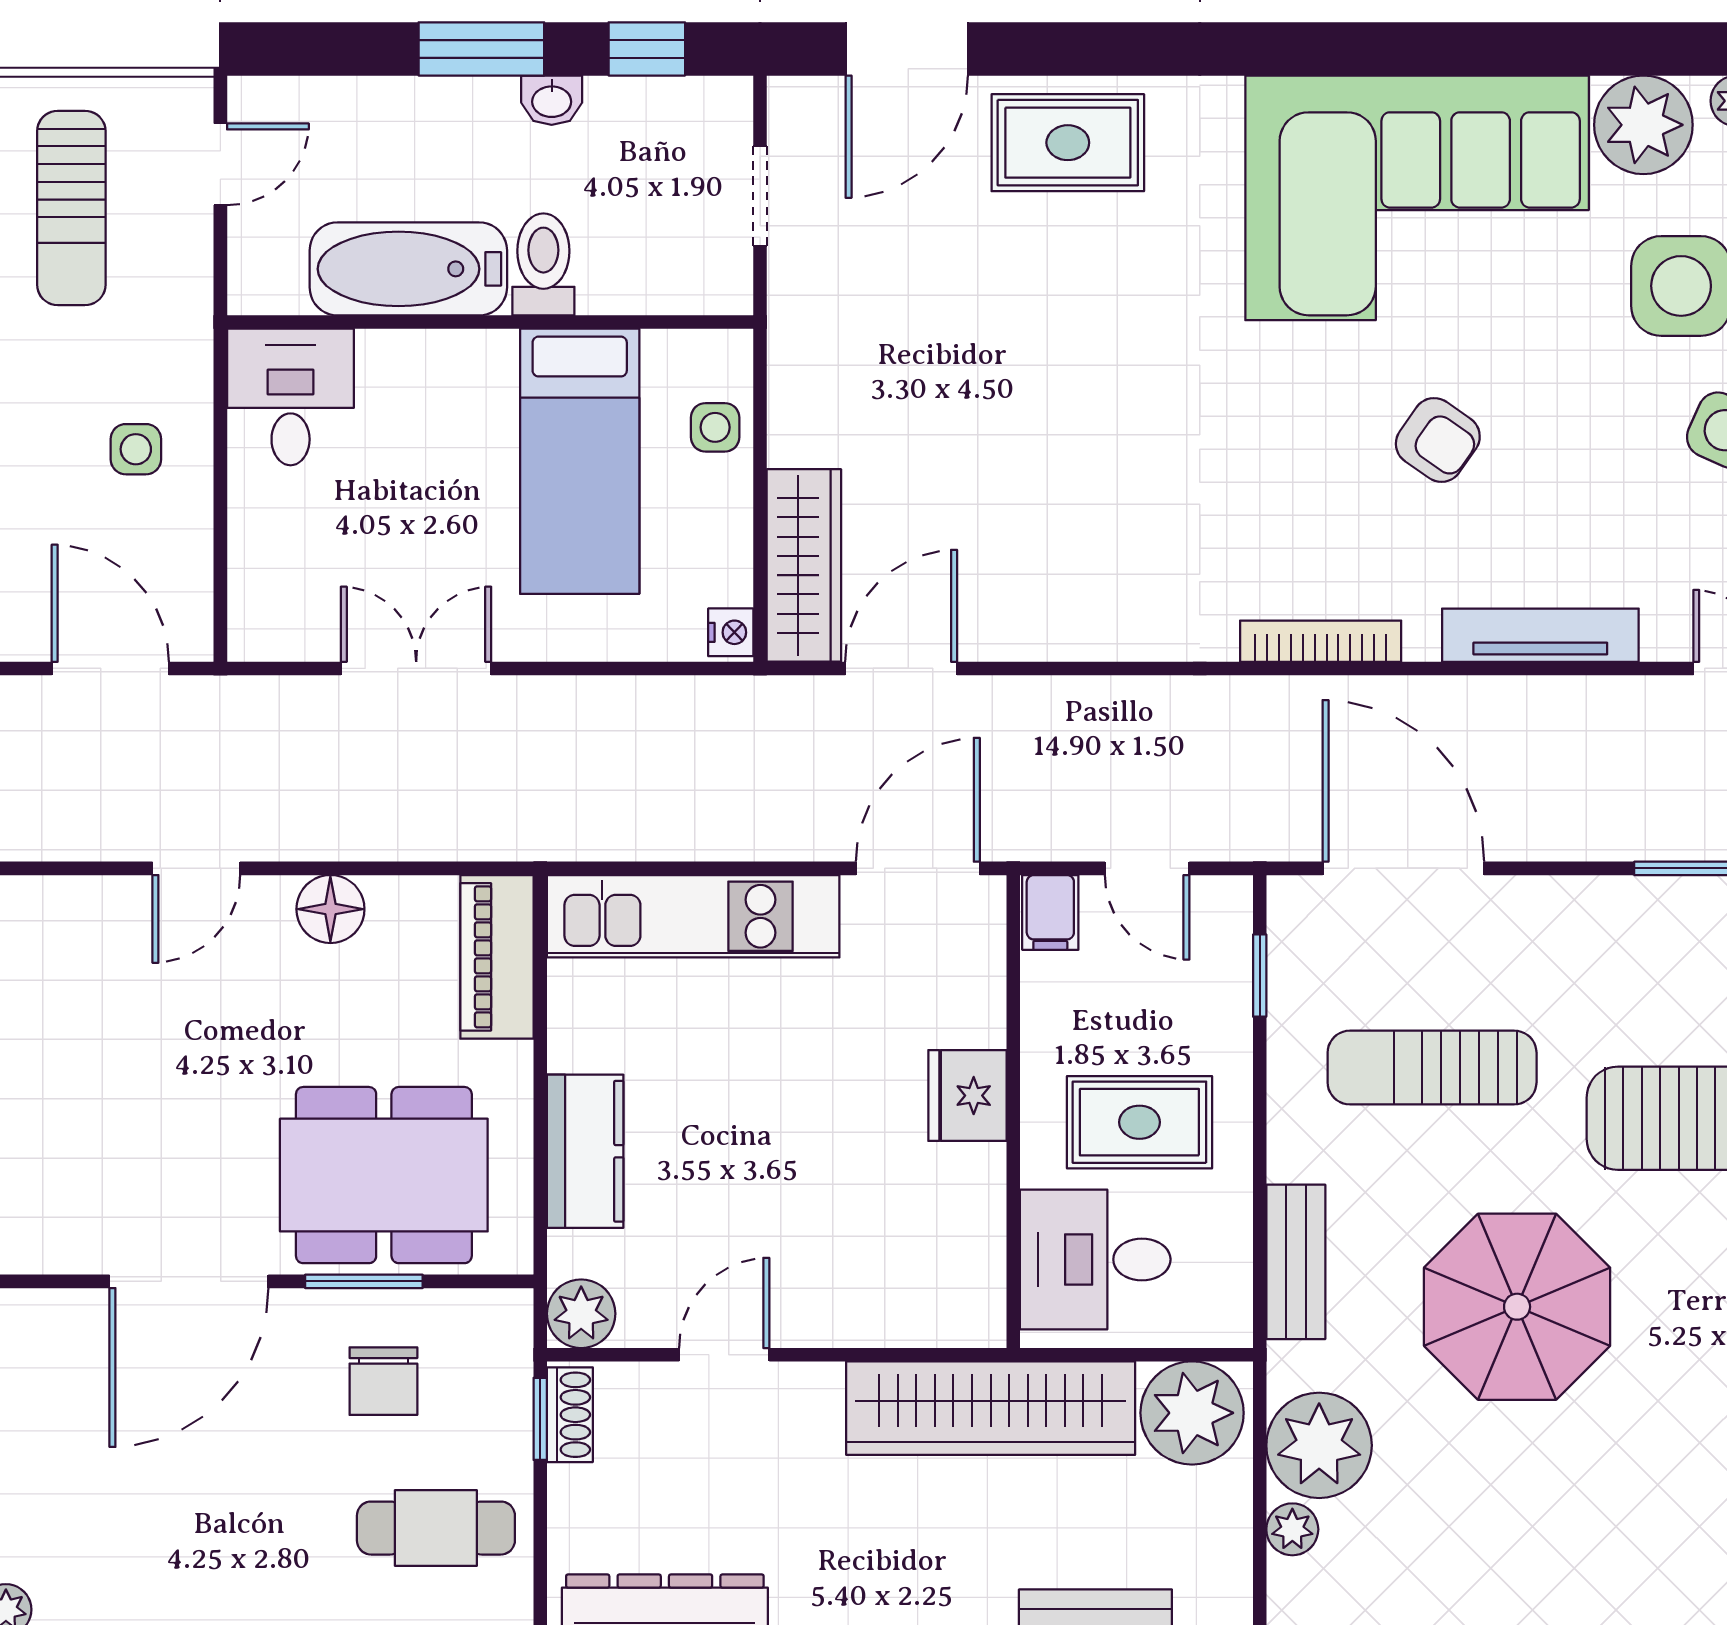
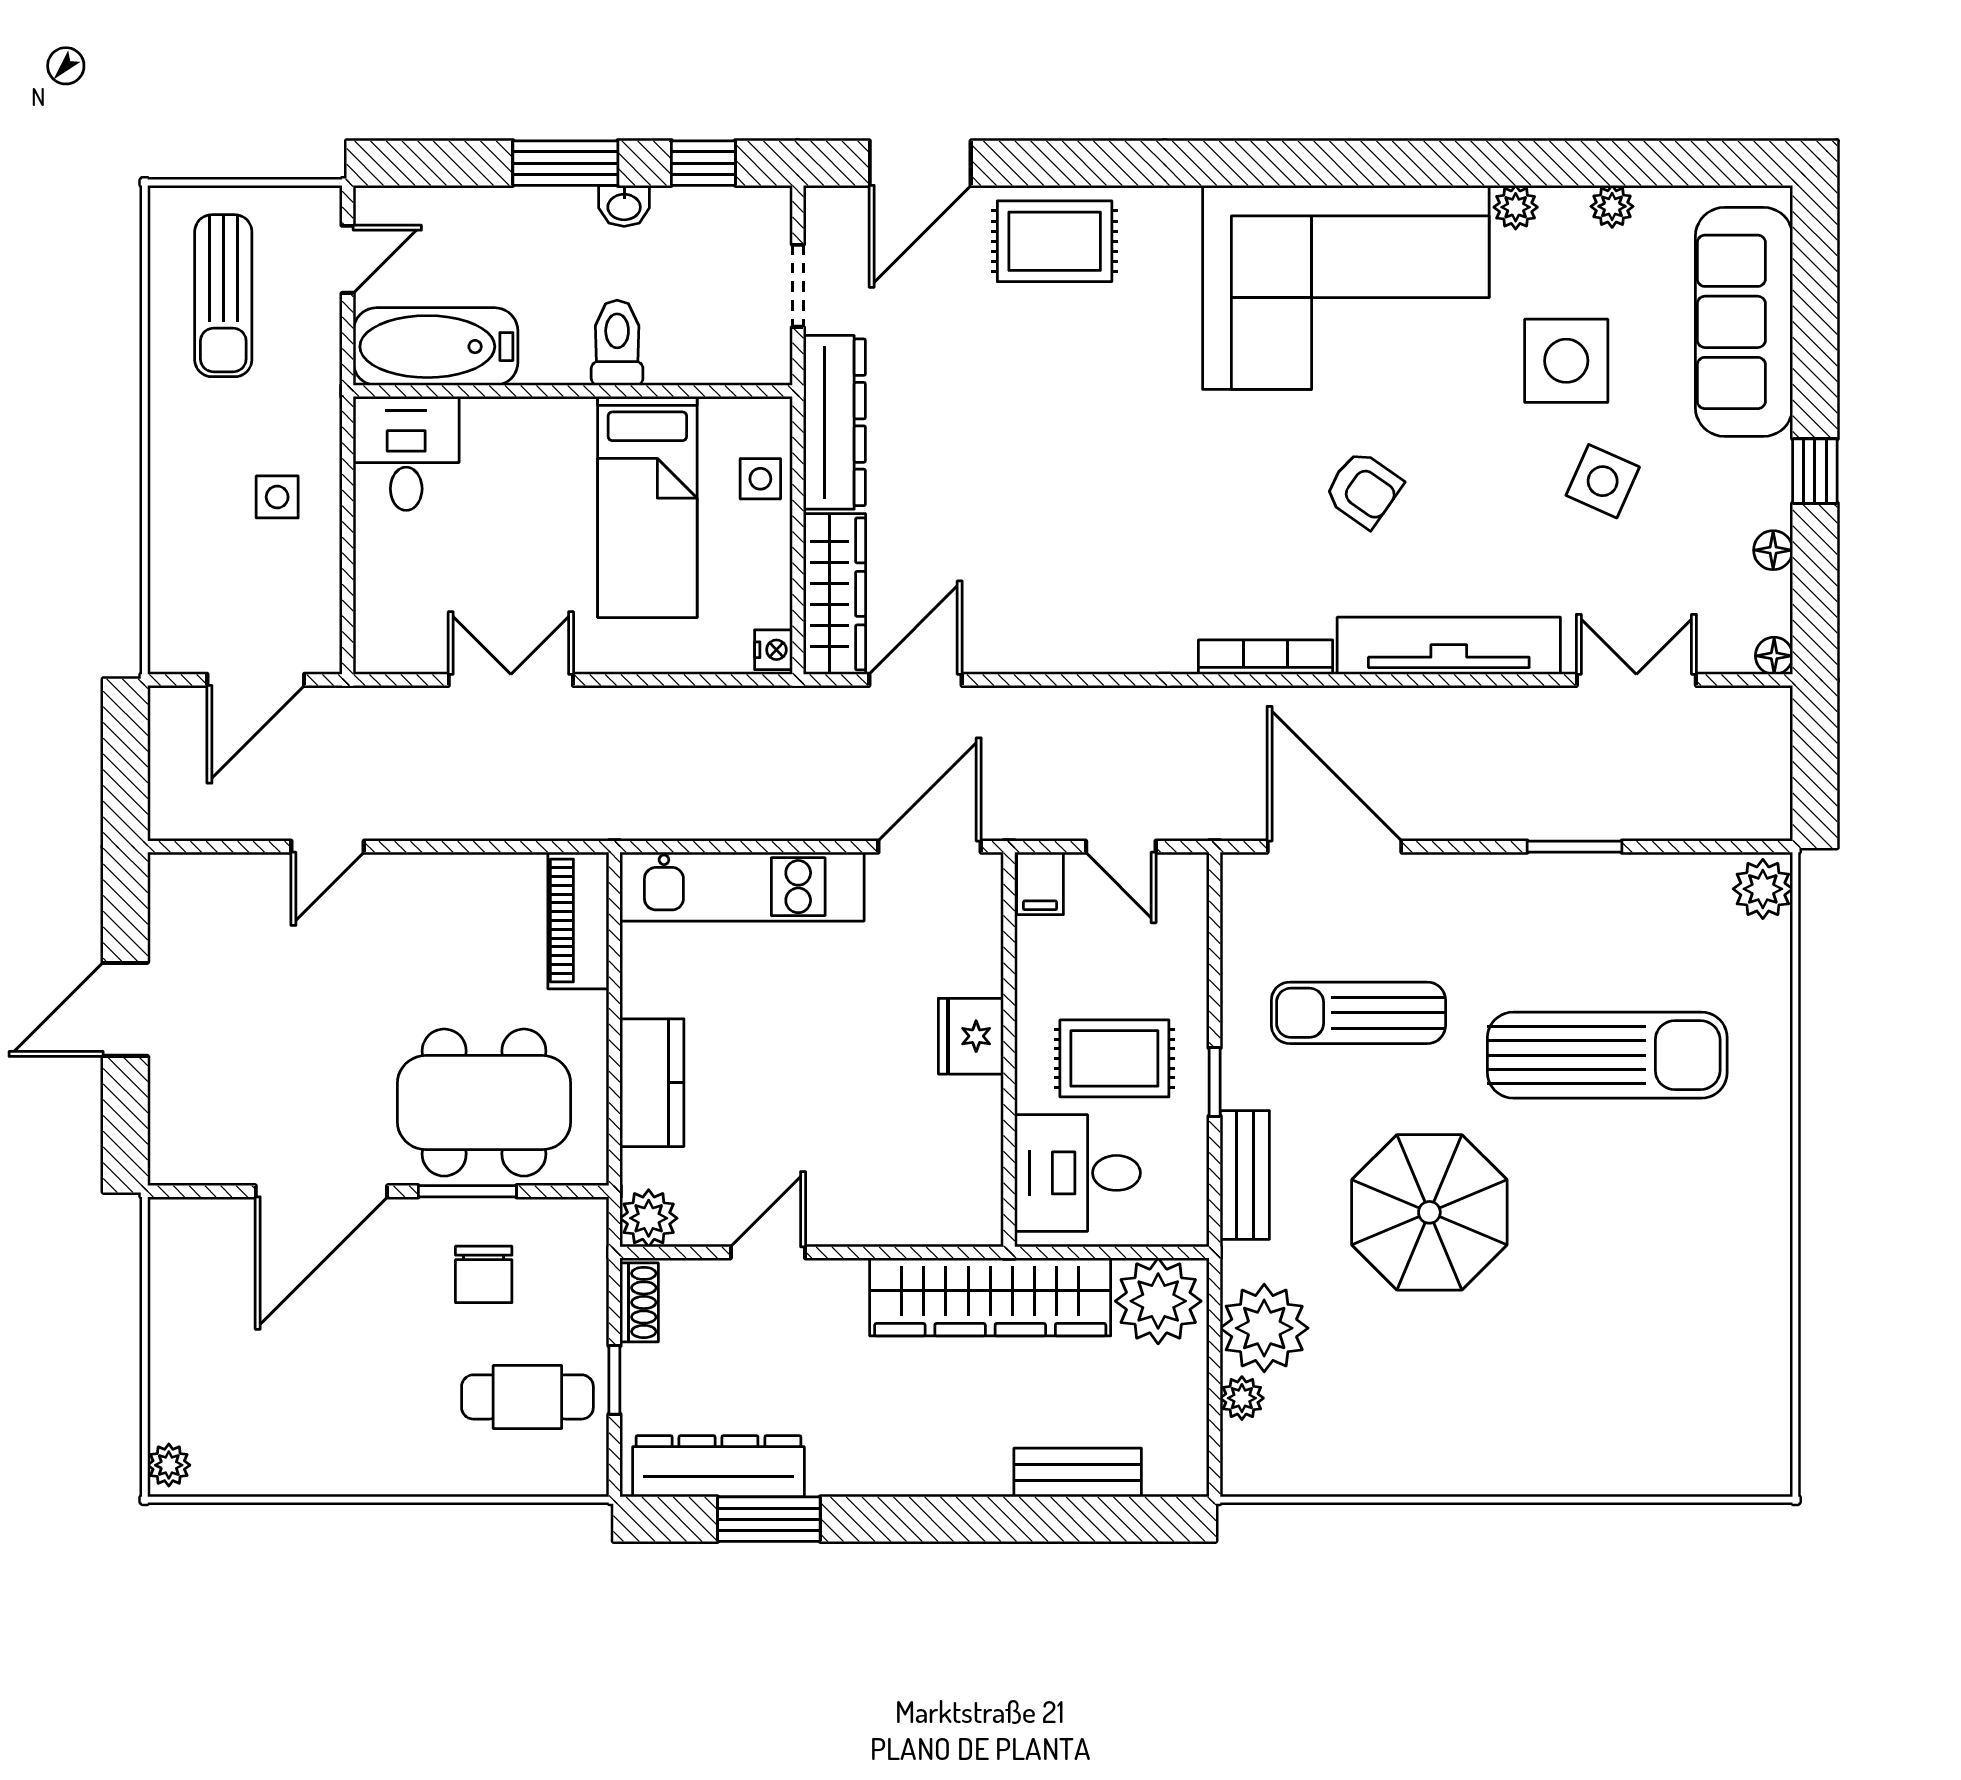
plant: (1643, 125) -> (1516, 207), width x0.53, depth x0.53
bathtub: (408, 269) -> (436, 347), moved
dresser: (804, 360) -> (834, 422), added
tv unit: (1540, 635) -> (1449, 646), width x1.36, depth x1.29
door: (110, 668) -> (256, 680), swing flipped
floor lamp: (330, 909) -> (439, 881), removed
window: (1260, 976) -> (1215, 1082), moved
window: (540, 1419) -> (614, 1380), moved

